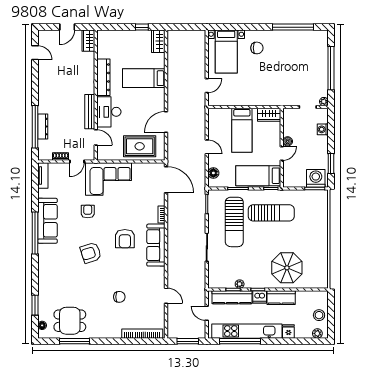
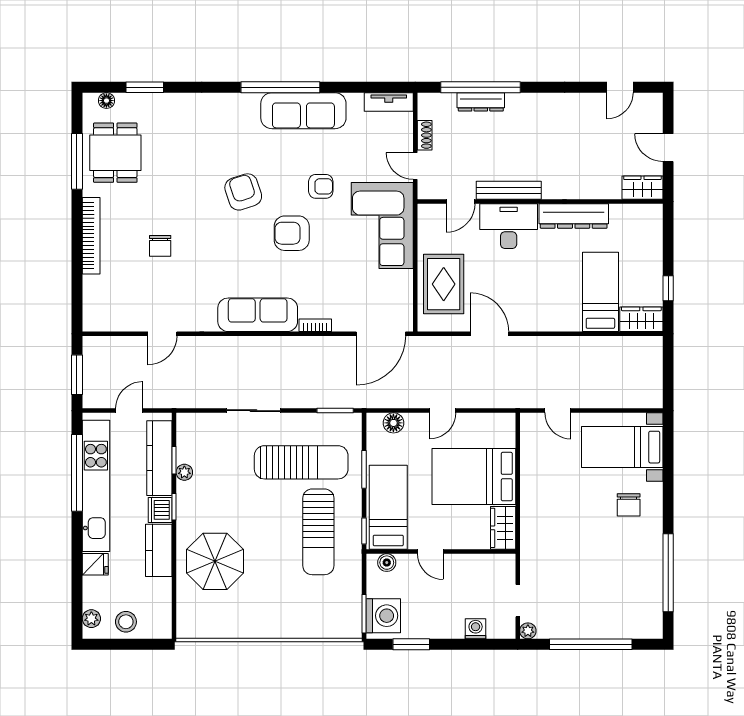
bed: (144, 78) -> (600, 292), moved
bed: (242, 130) -> (474, 477), width x1.50
boiler: (288, 141) -> (387, 563), moved
sun lounger: (234, 222) -> (301, 462), turned 180
armchair: (125, 239) -> (292, 233), moved
bookcase: (142, 334) -> (91, 236), moved

